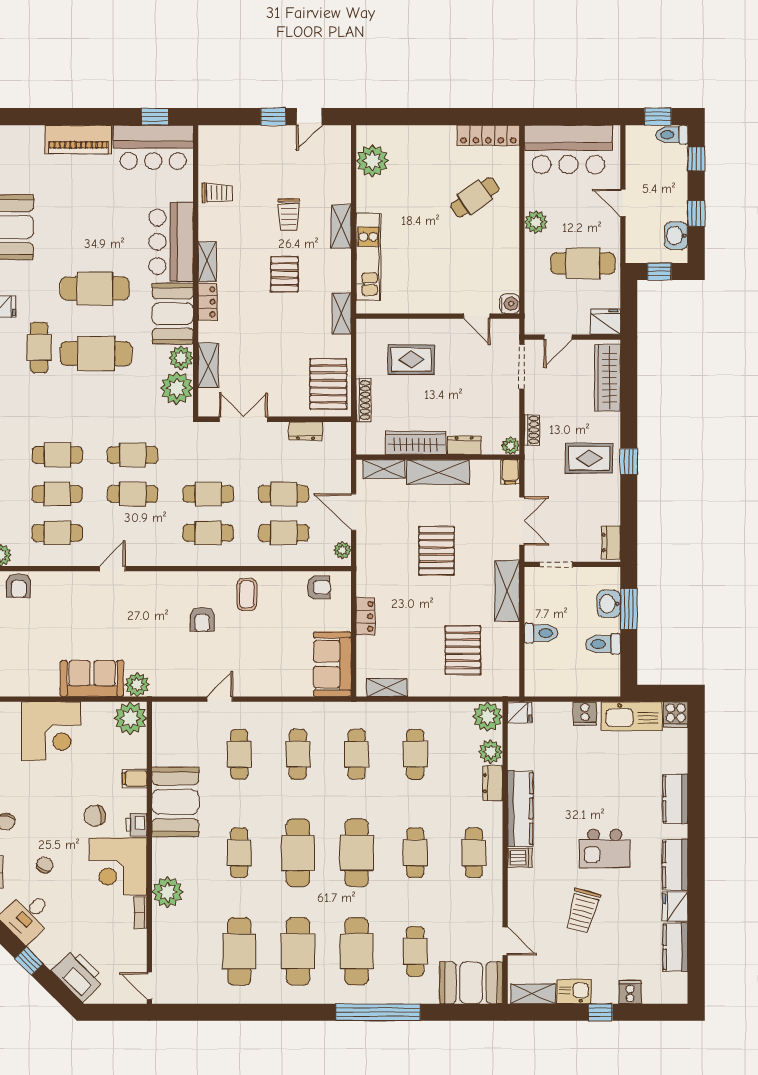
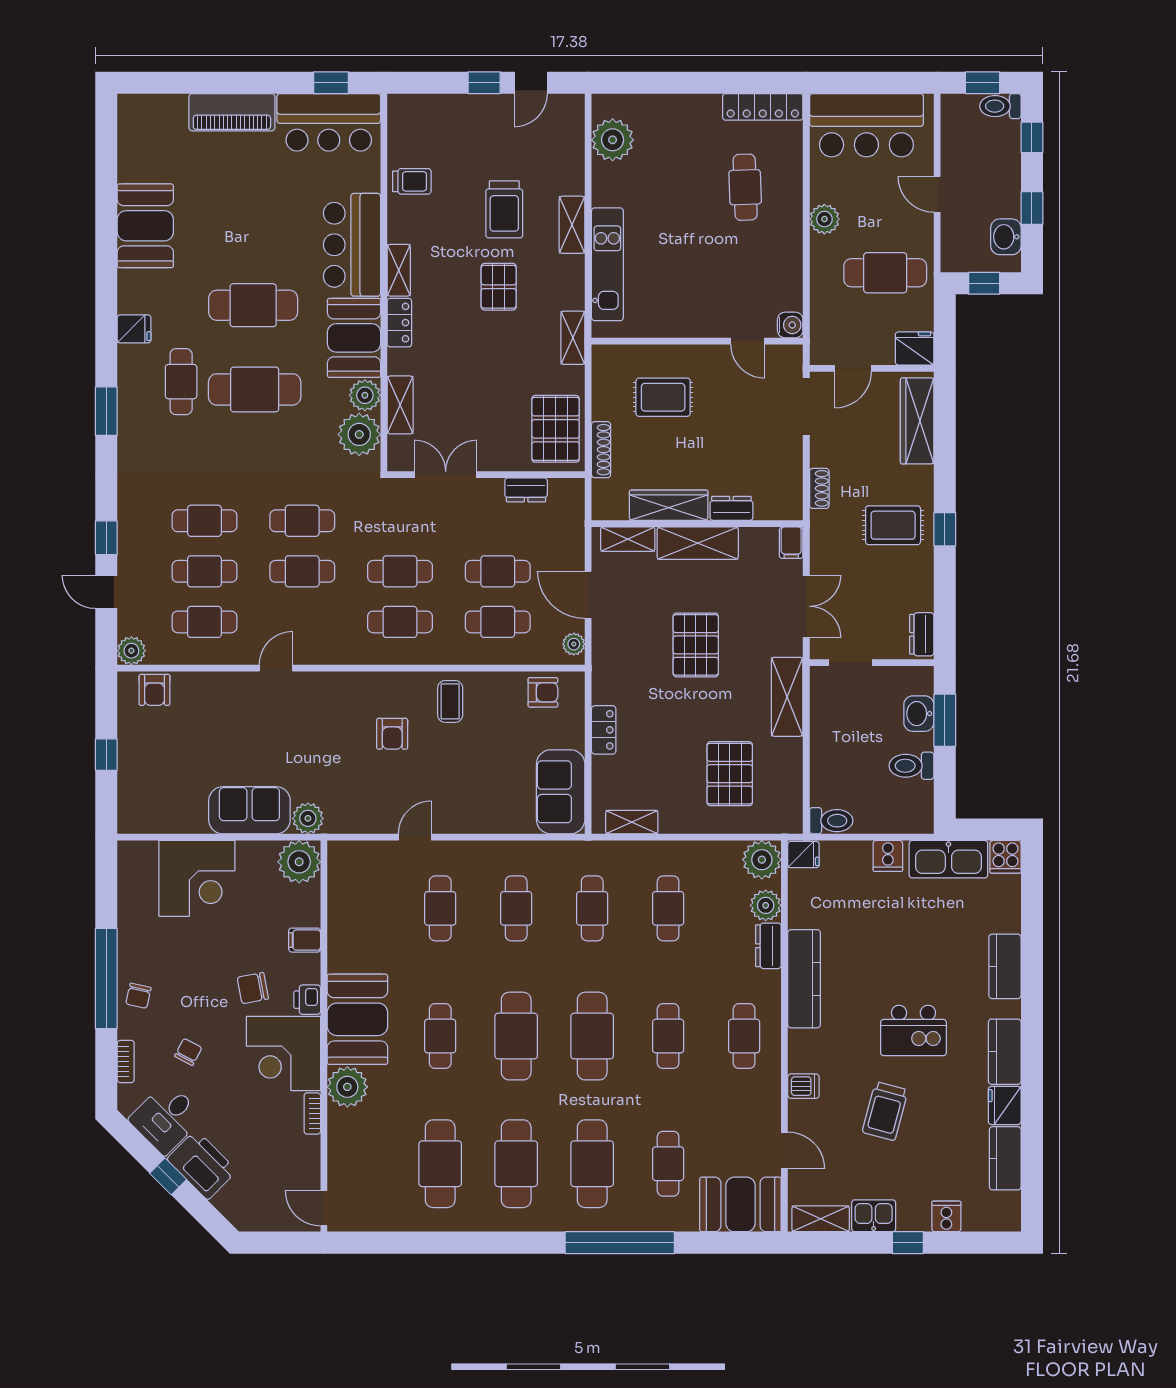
cafe table: (475, 197) -> (745, 187), turned -57
trolley: (289, 214) -> (504, 209), width x1.36, depth x1.39
plant: (511, 446) -> (792, 509), removed
toilet: (541, 633) -> (831, 821), moved
booth: (175, 802) -> (357, 1019), moved
dishwasher: (520, 857) -> (803, 1086), moved
printer: (78, 975) -> (202, 1165), moved

